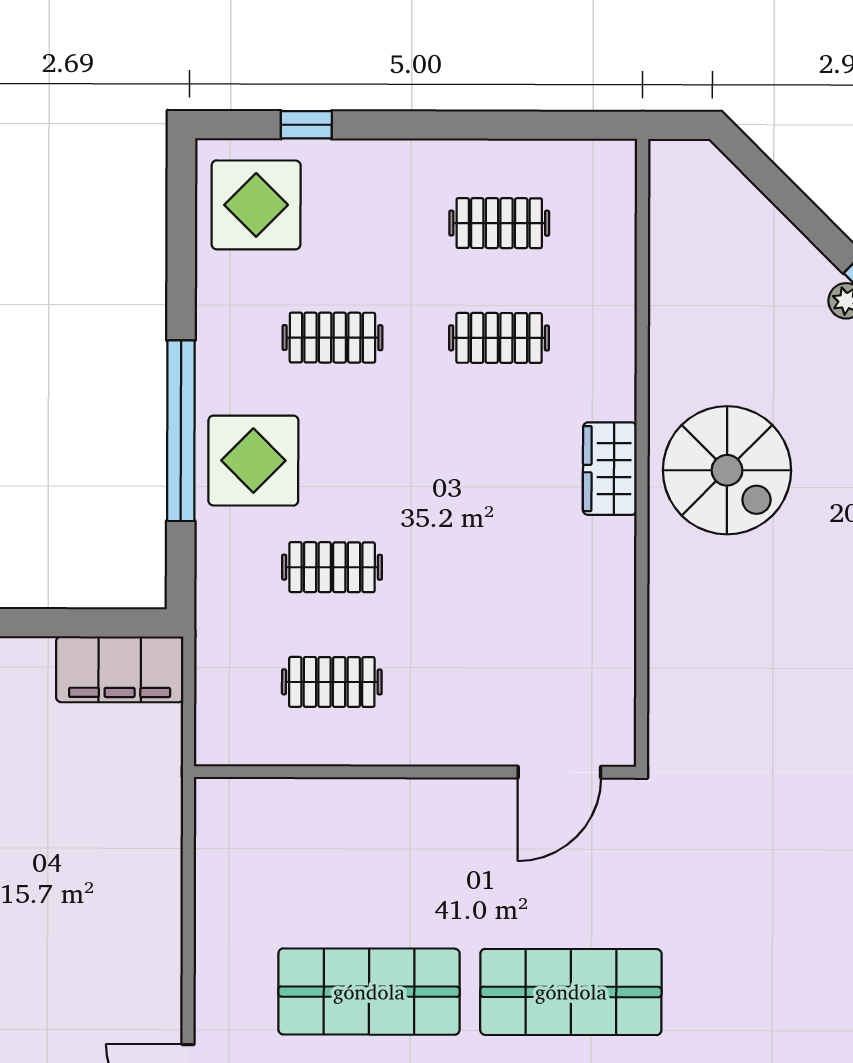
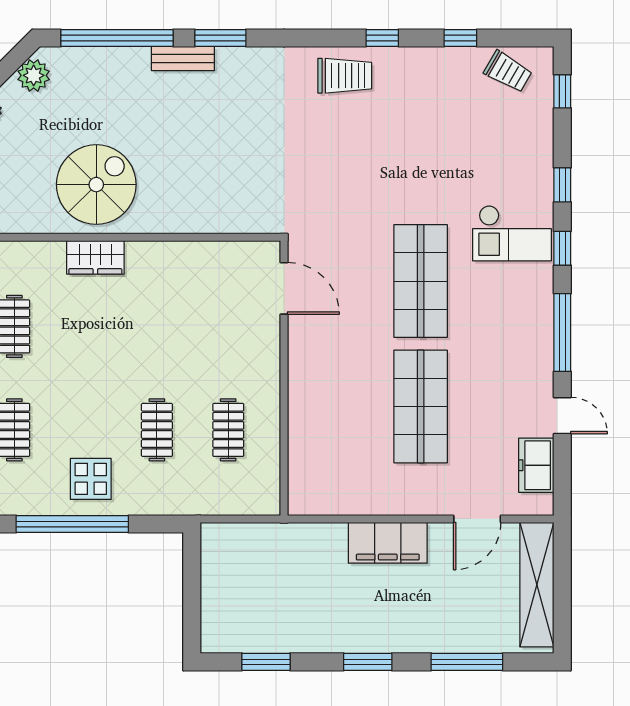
display table: (253, 461) -> (91, 479), width x0.73, depth x0.73
filing cabinet: (120, 669) -> (388, 543), moved, turned 90

